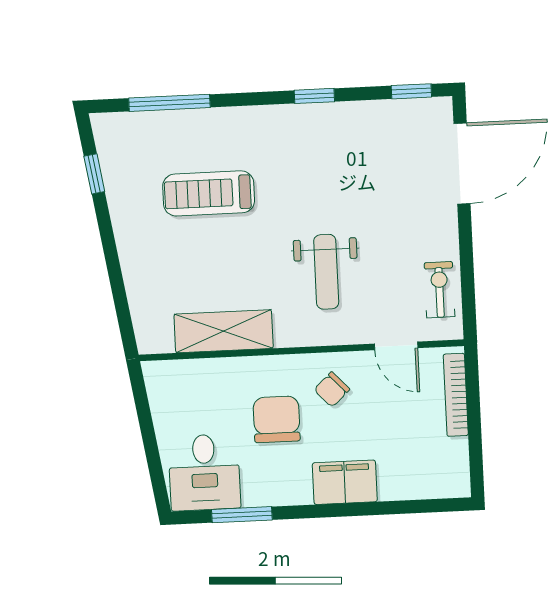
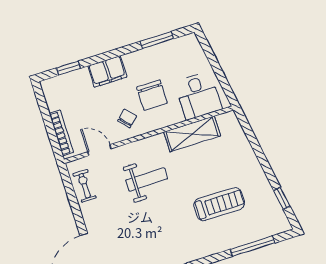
weight bench: (326, 272) -> (147, 179), turned 90
exercise bike: (440, 290) -> (85, 186), turned 180
desk: (204, 472) -> (198, 96), moved, turned 180
window: (413, 507) -> (68, 68), added

